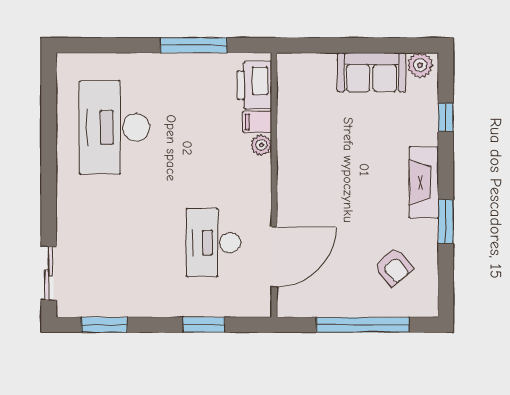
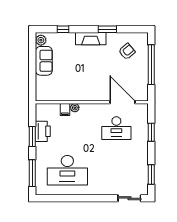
window: (108, 45) -> (32, 173), added
window: (194, 45) -> (32, 136), width x0.69
printer: (255, 85) -> (43, 131), moved, turned -90

